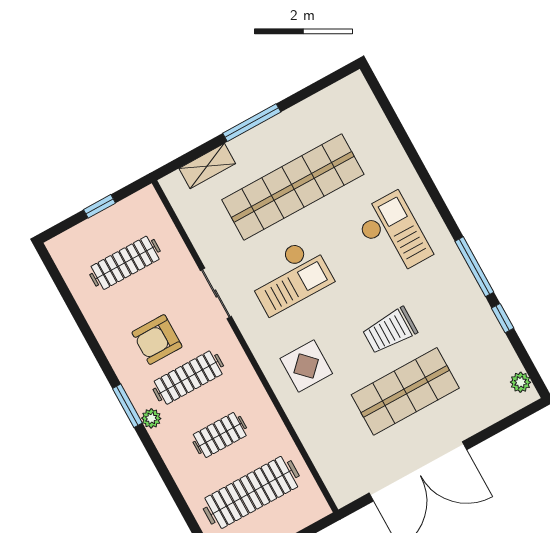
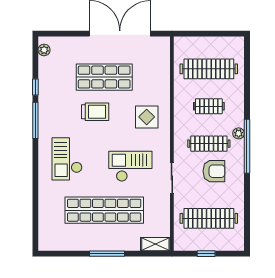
shelving: (207, 166) -> (155, 244), moved
clothes rail: (125, 263) -> (209, 218), width x1.37, depth x1.31
window: (127, 406) -> (247, 146), width x2.11

